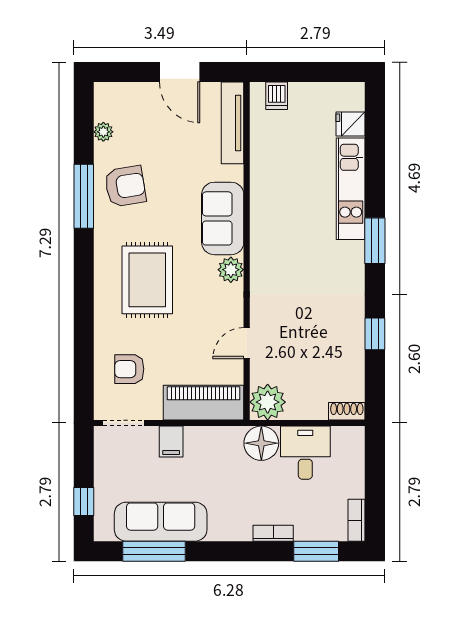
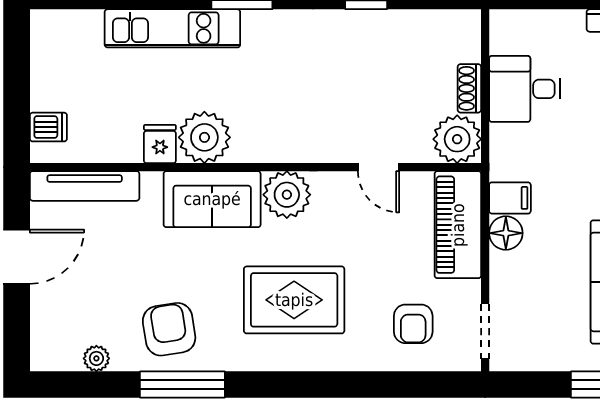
fridge: (351, 124) -> (160, 144), moved, turned 180
plant: (269, 213) -> (204, 137), added
plant: (231, 270) -> (287, 195), width x1.36, depth x1.36
shoe rack: (347, 411) -> (469, 88), moved
filing cabinet: (171, 442) -> (510, 198), moved
floor lamp: (261, 443) -> (506, 233), moved, width x0.73, depth x0.73

